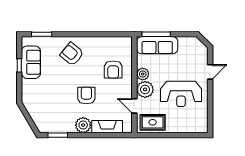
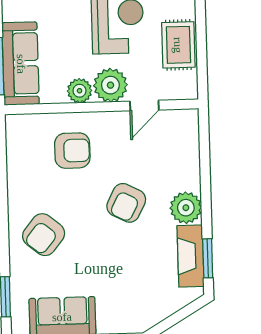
armchair: (86, 96) -> (126, 203), turned -63
rug: (153, 122) -> (178, 45), moved
fireplace: (107, 127) -> (191, 256), moved

